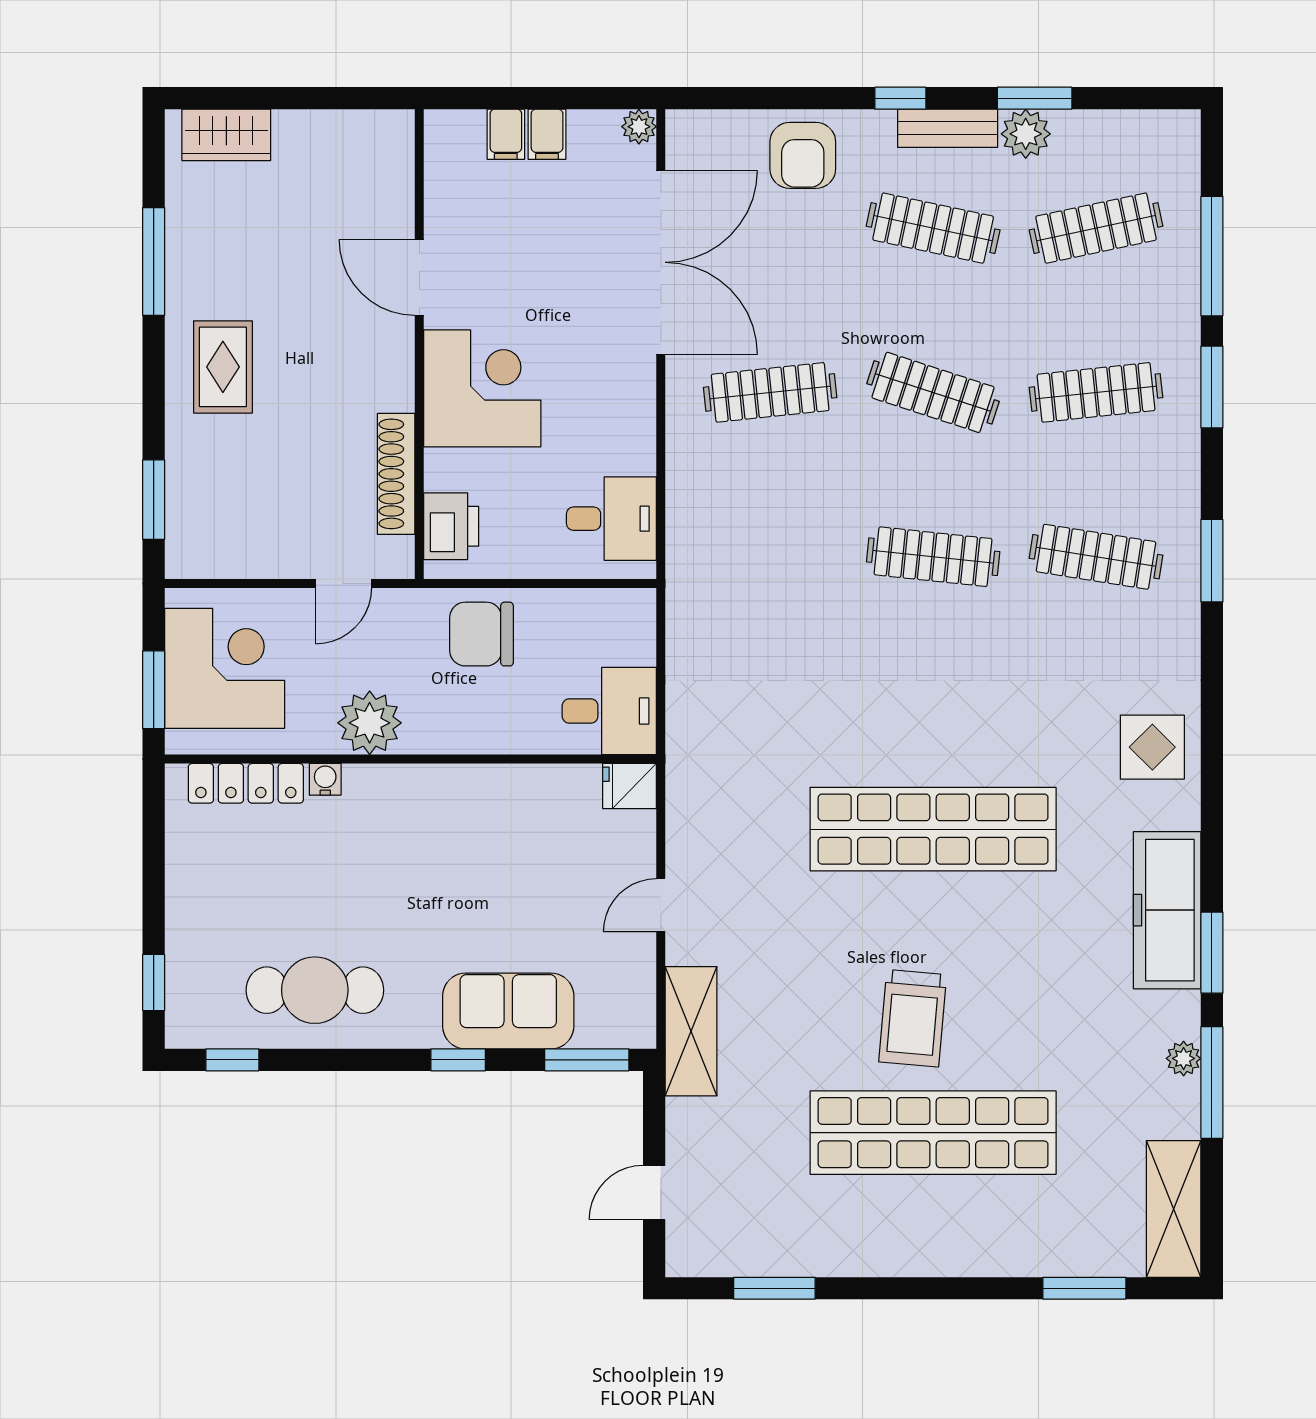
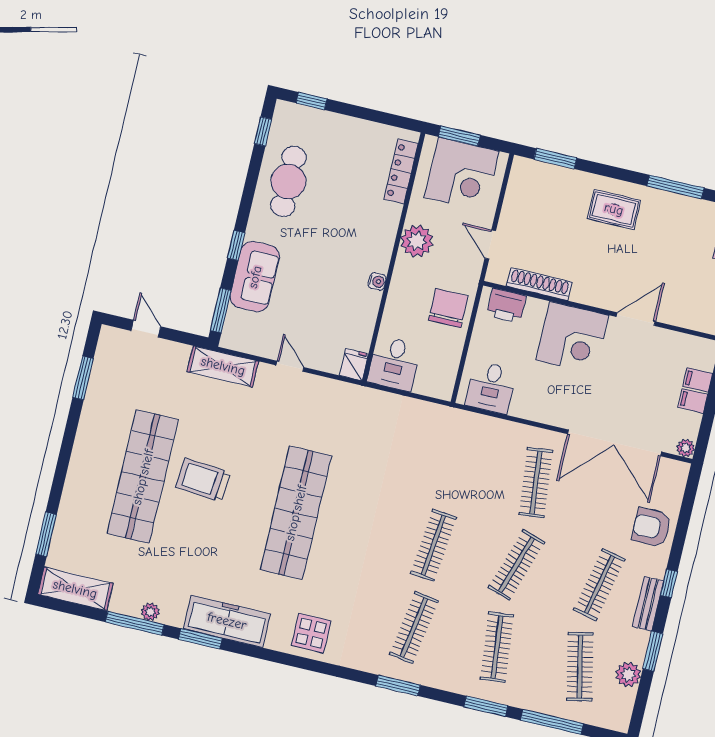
plant: (1026, 134) -> (628, 675), moved
water cooler: (325, 779) -> (377, 281), moved

